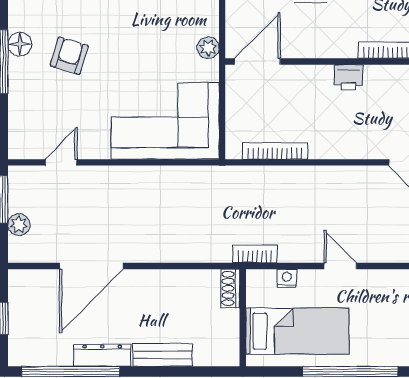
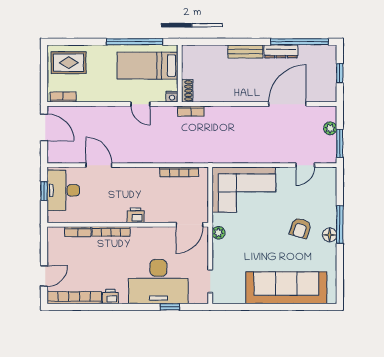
shoe rack: (230, 288) -> (187, 91), moved
wall: (243, 318) -> (180, 73), moved
bed: (297, 331) -> (147, 66), moved

